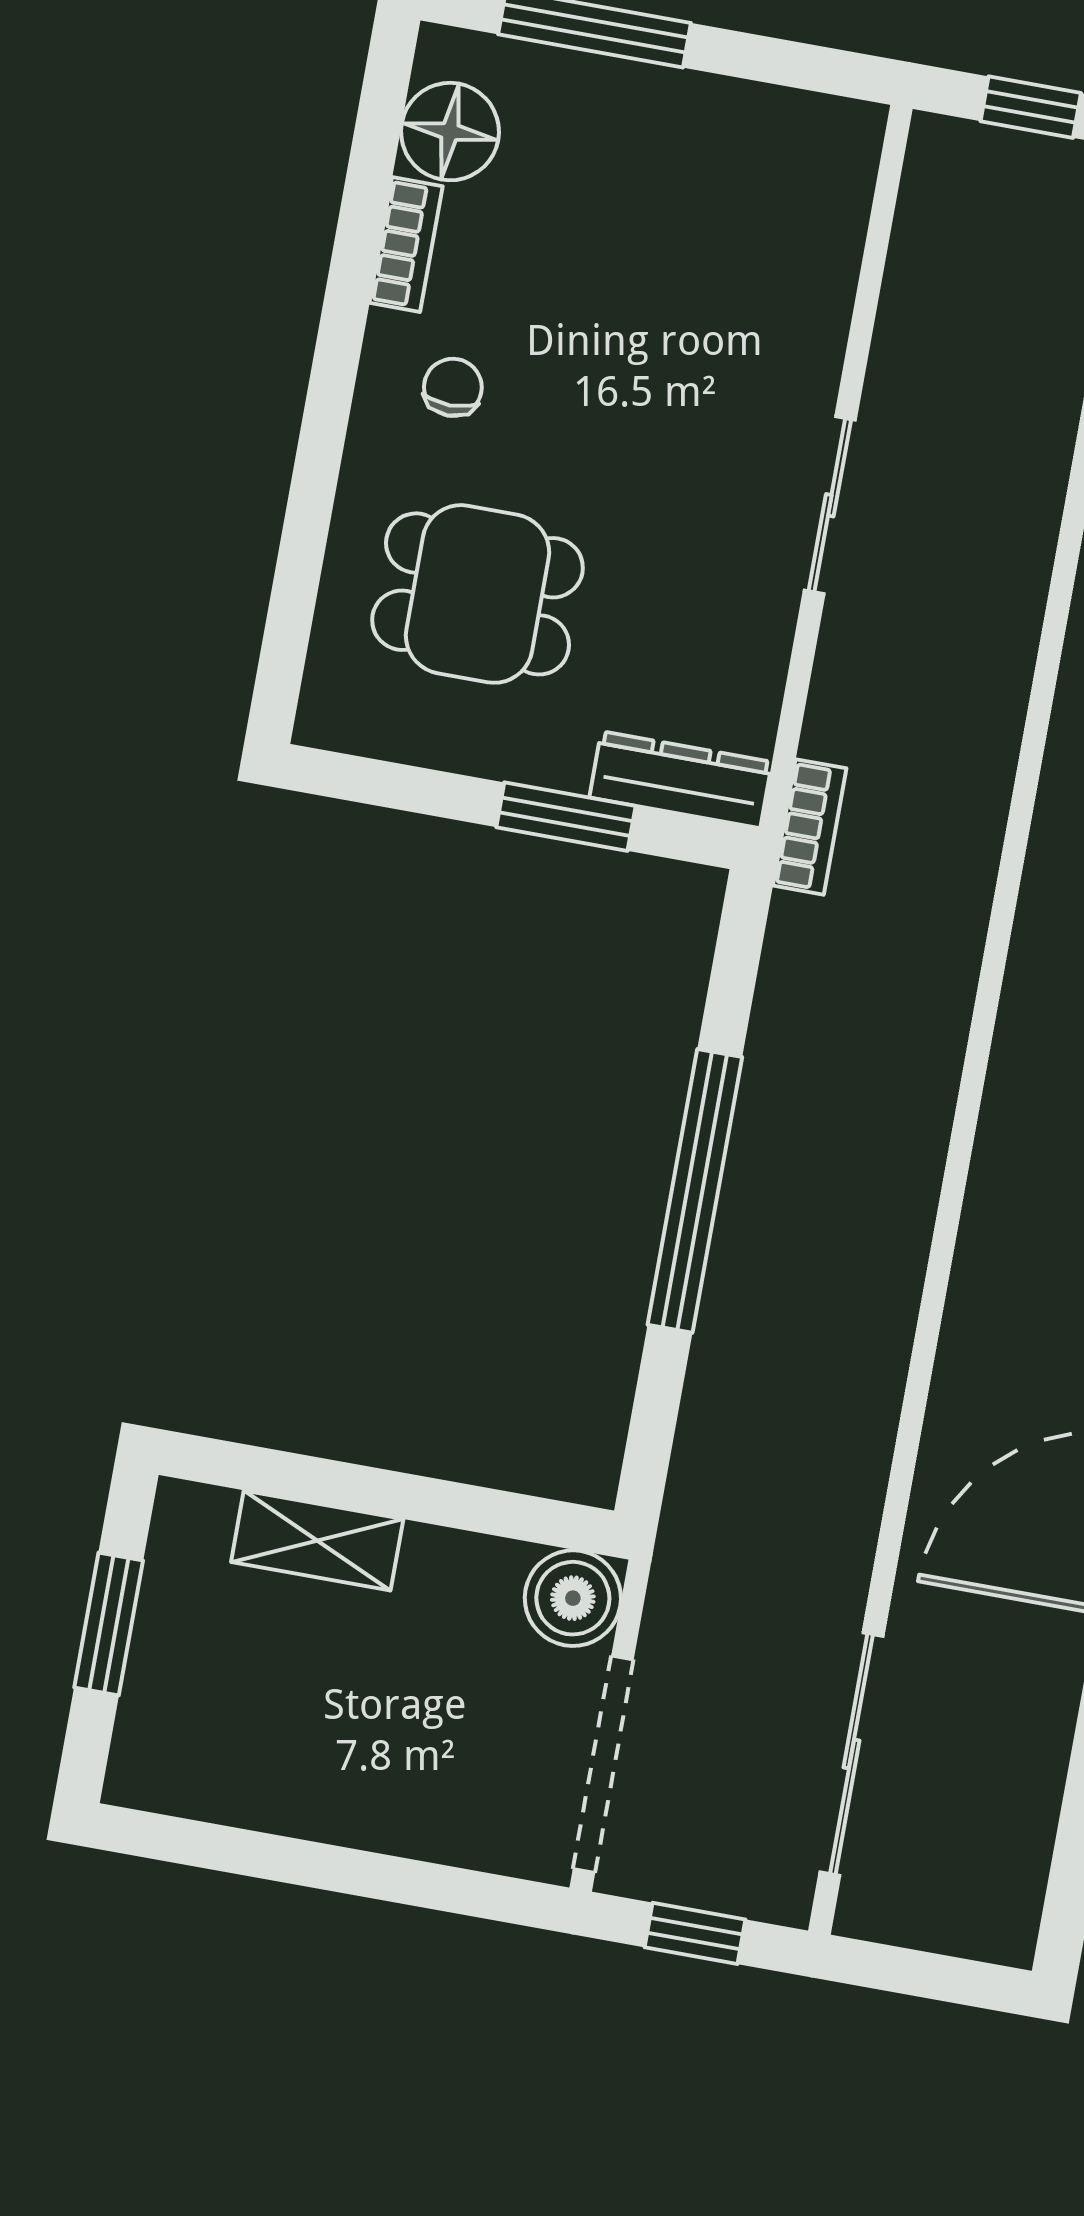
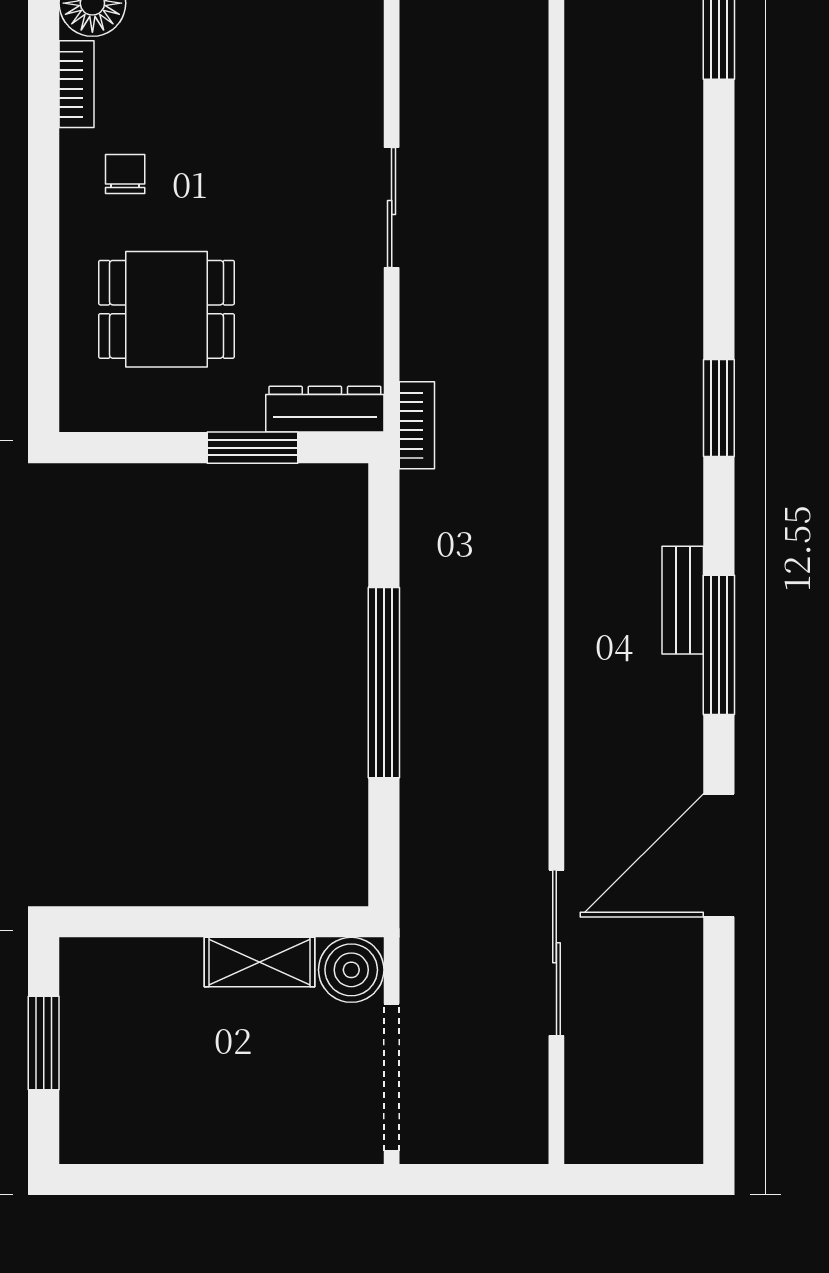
shelving: (317, 1540) -> (259, 962), moved
sliding door: (852, 1754) -> (556, 953), moved
window: (695, 1933) -> (473, 1179), removed

